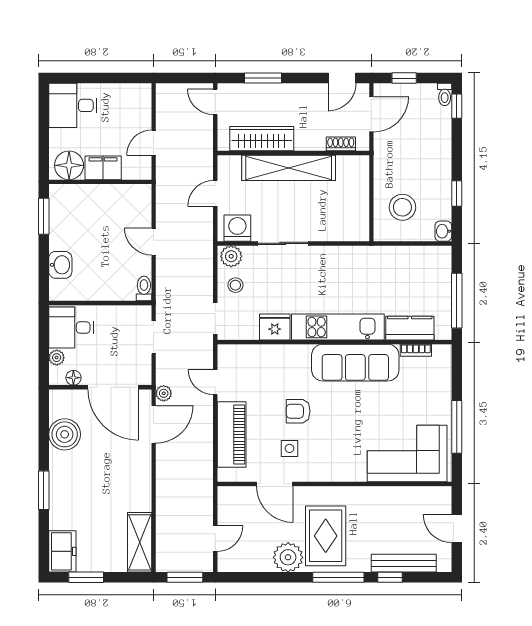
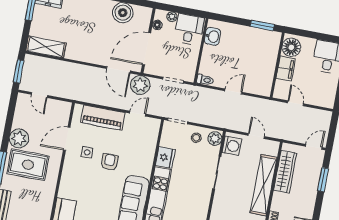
washbasin: (60, 265) -> (212, 36), moved, turned -90
plant: (164, 393) -> (140, 85), width x1.87, depth x1.87

